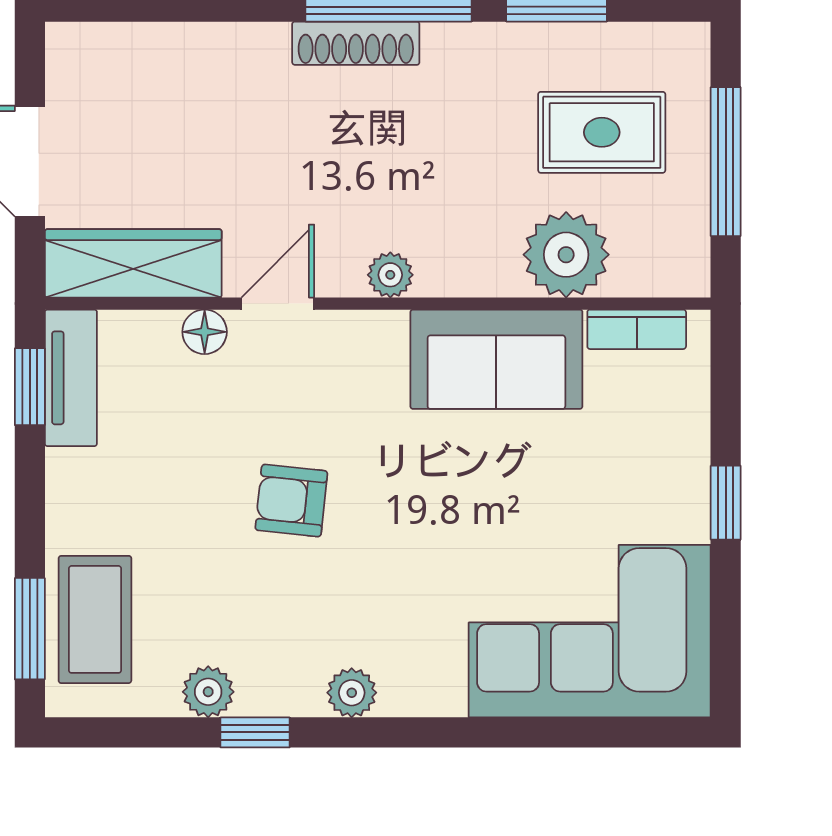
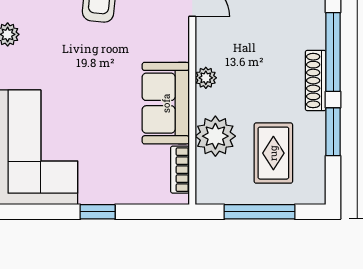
shoe rack: (356, 43) -> (316, 81), moved
plant: (390, 275) -> (206, 78), moved

